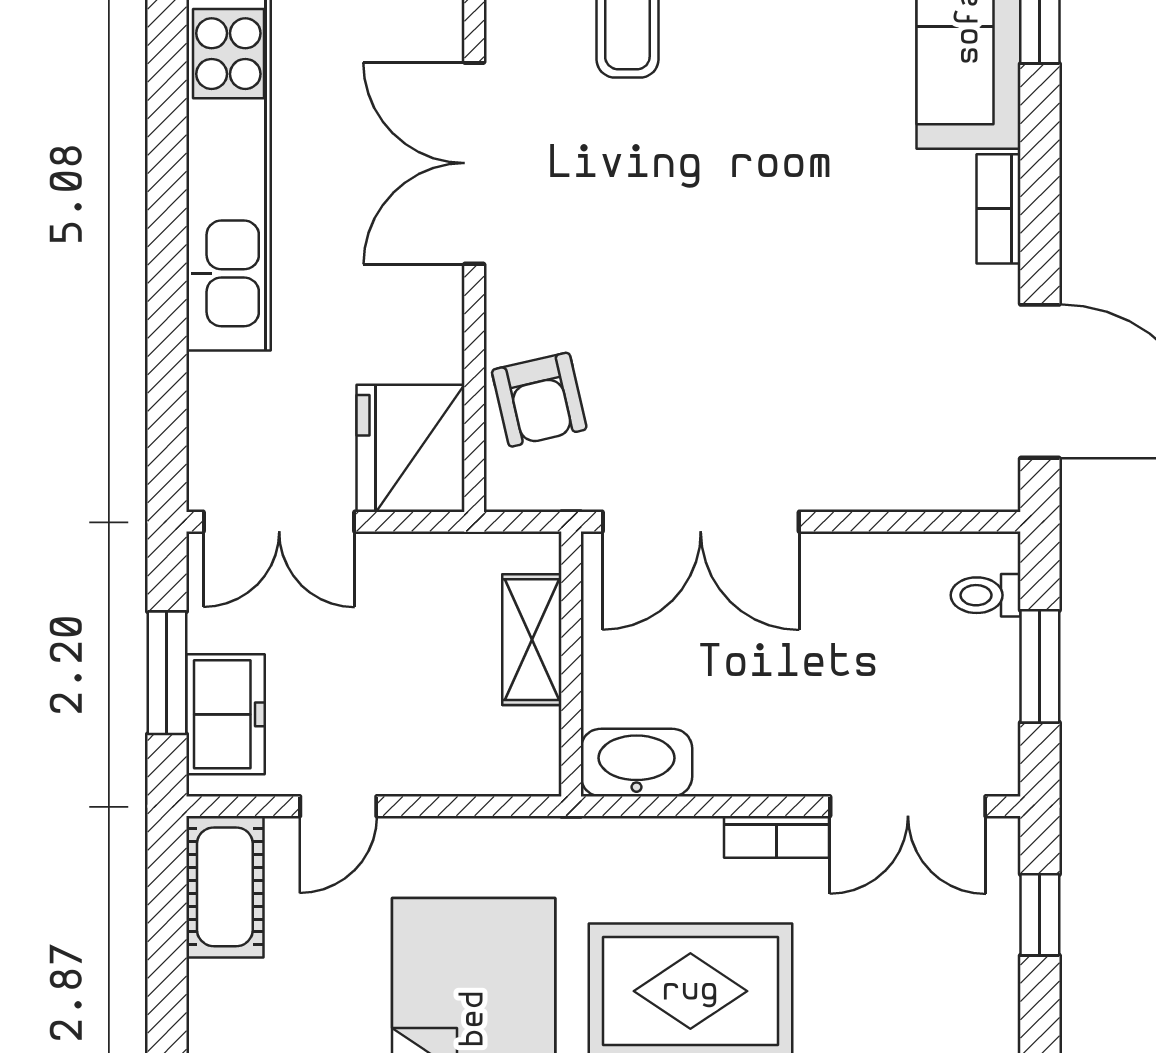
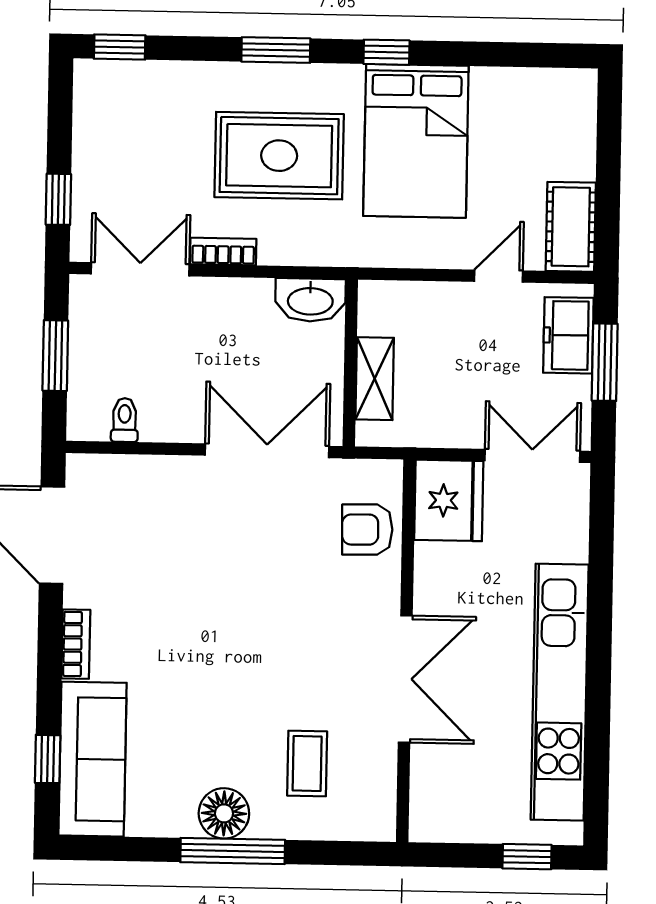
armchair: (539, 400) -> (367, 530), turned -78
toilet: (986, 595) -> (125, 420), moved, turned -90

